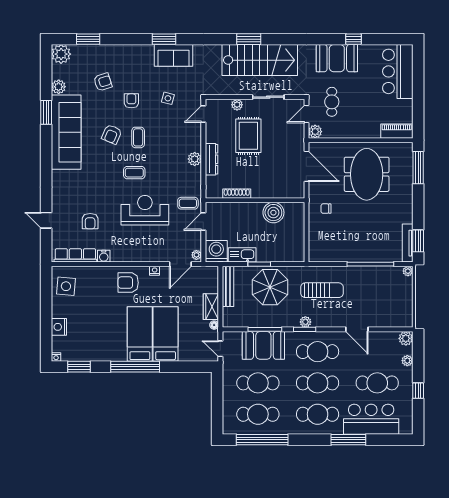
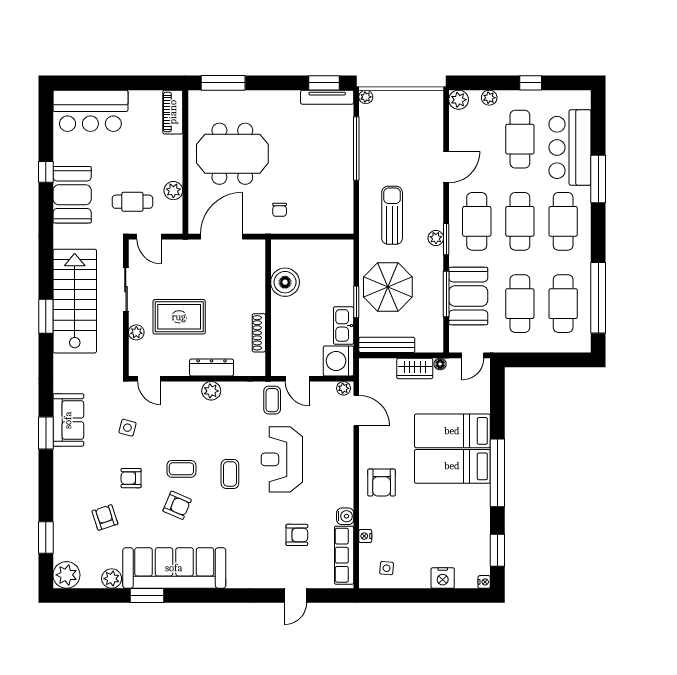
plant: (315, 132) -> (173, 191), moved
nightstand: (155, 271) -> (365, 536), moved
side table: (66, 286) -> (387, 568), width x0.54, depth x0.54

